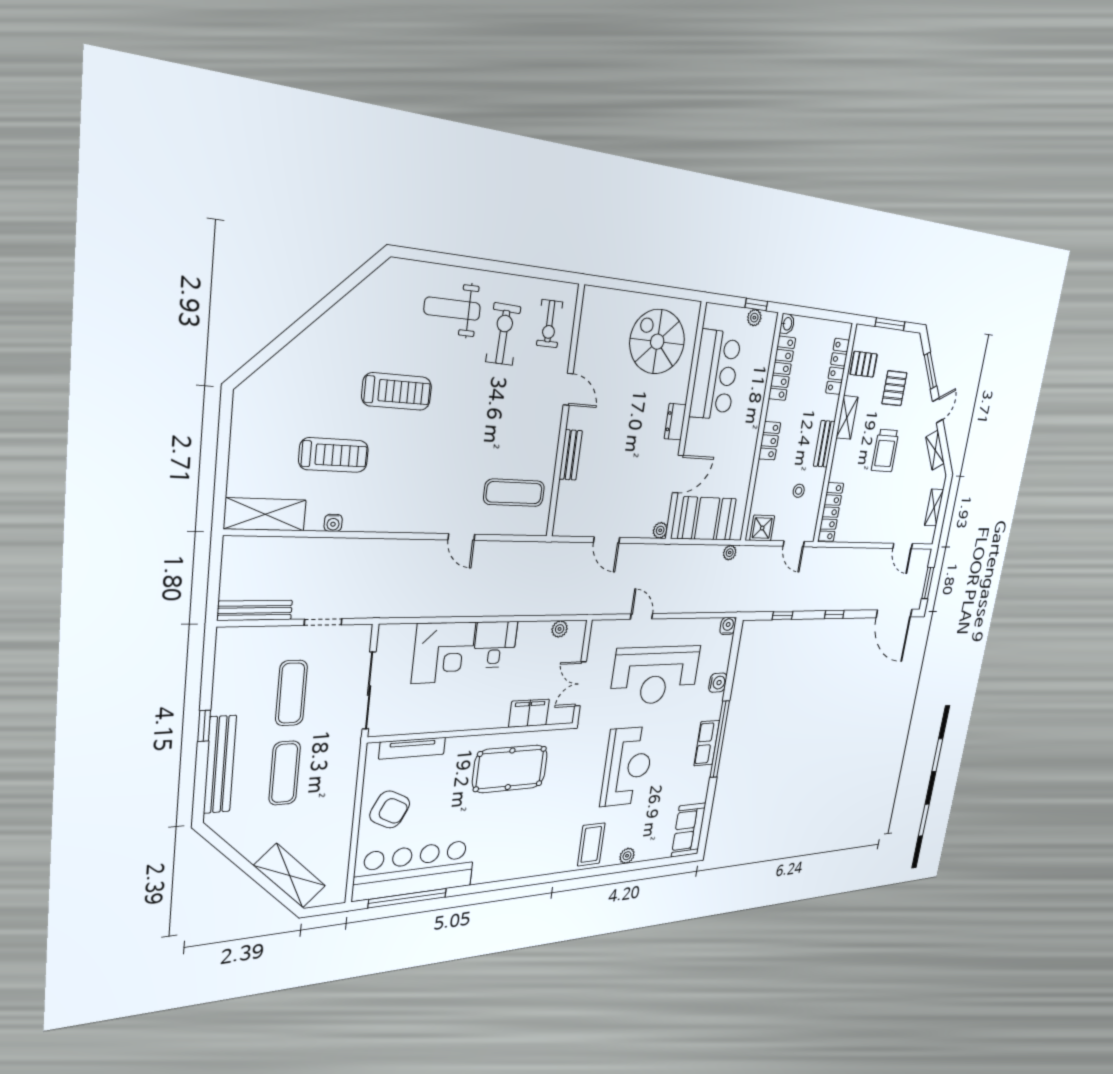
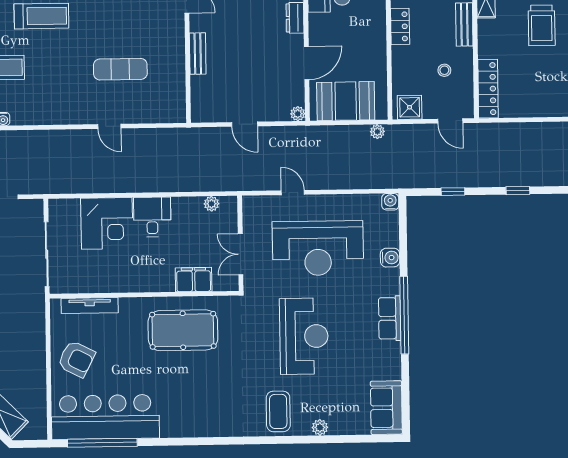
exercise mat: (514, 493) -> (120, 69), moved

